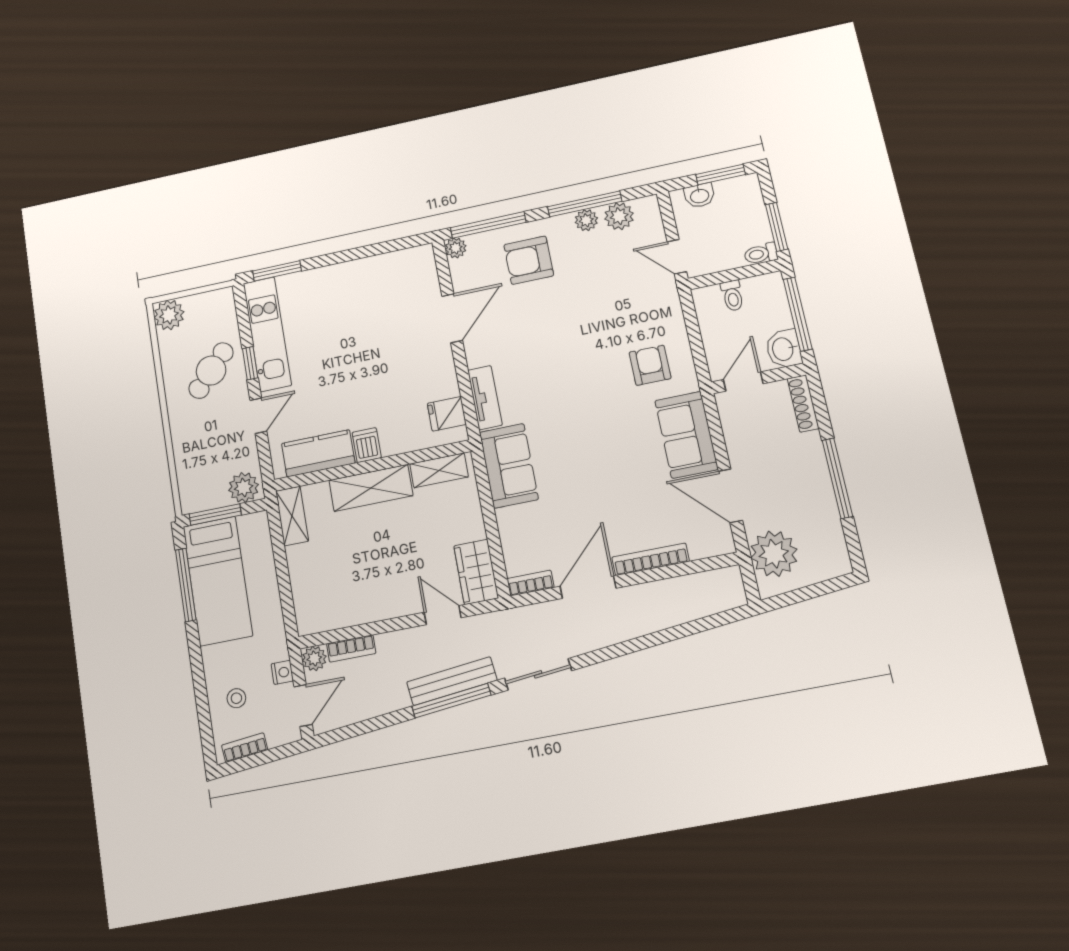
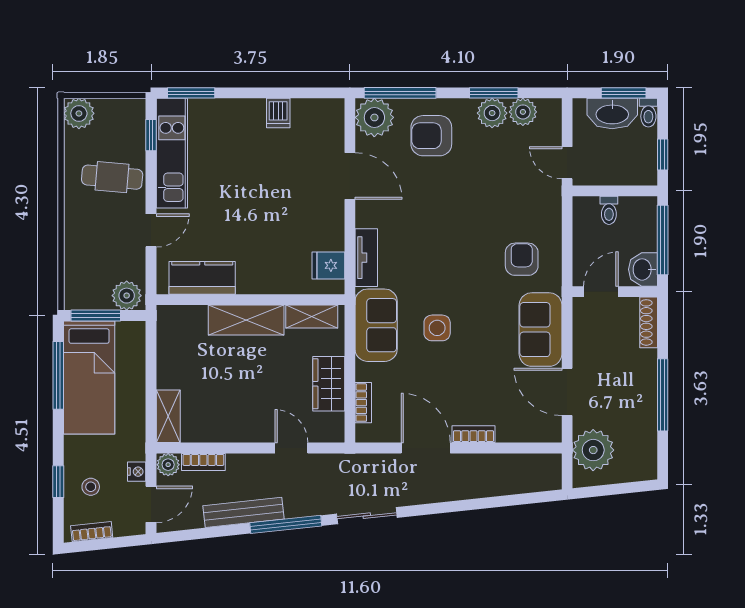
washbasin: (699, 195) -> (612, 114), width x1.91, depth x1.45
window: (585, 204) -> (494, 93), width x0.69
plant: (586, 220) -> (492, 113), width x1.38, depth x1.38
window: (777, 227) -> (663, 155), width x0.67
plant: (456, 248) -> (374, 117), width x1.88, depth x1.88
toilet: (761, 254) -> (648, 113), moved, turned -90
door: (452, 318) -> (350, 176), hinge flipped
window: (250, 363) -> (151, 135), moved
cafe table: (211, 371) -> (112, 177), turned 52
dishwasher: (367, 445) -> (278, 113), moved, turned 180
side table: (574, 456) -> (437, 328), added
shelving: (292, 516) -> (168, 416), moved
bookcase: (651, 559) -> (473, 434), width x0.64
wardrobe: (476, 572) -> (329, 384), moved
bookcase: (530, 583) -> (363, 403), moved, turned 90
door: (588, 587) -> (426, 448), hinge flipped
bench: (452, 681) -> (243, 512), moved
window: (202, 699) -> (58, 482), added

